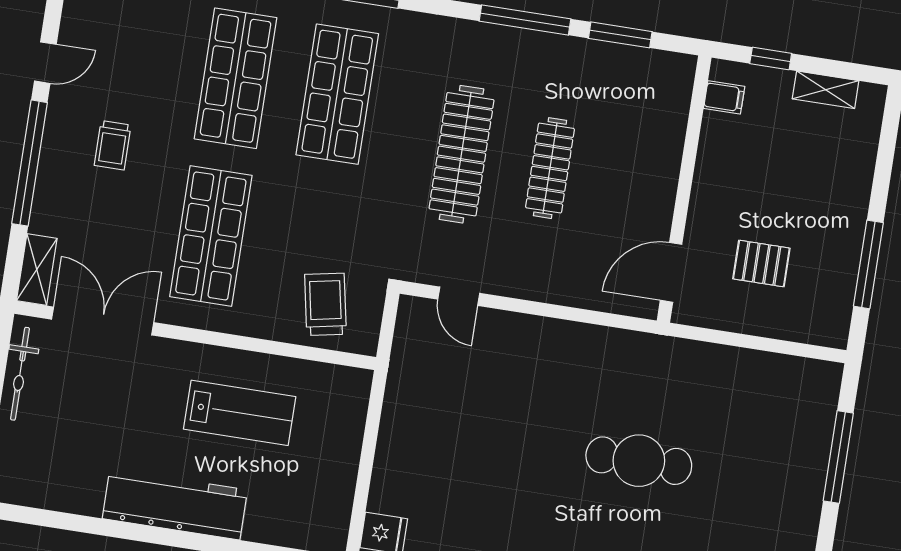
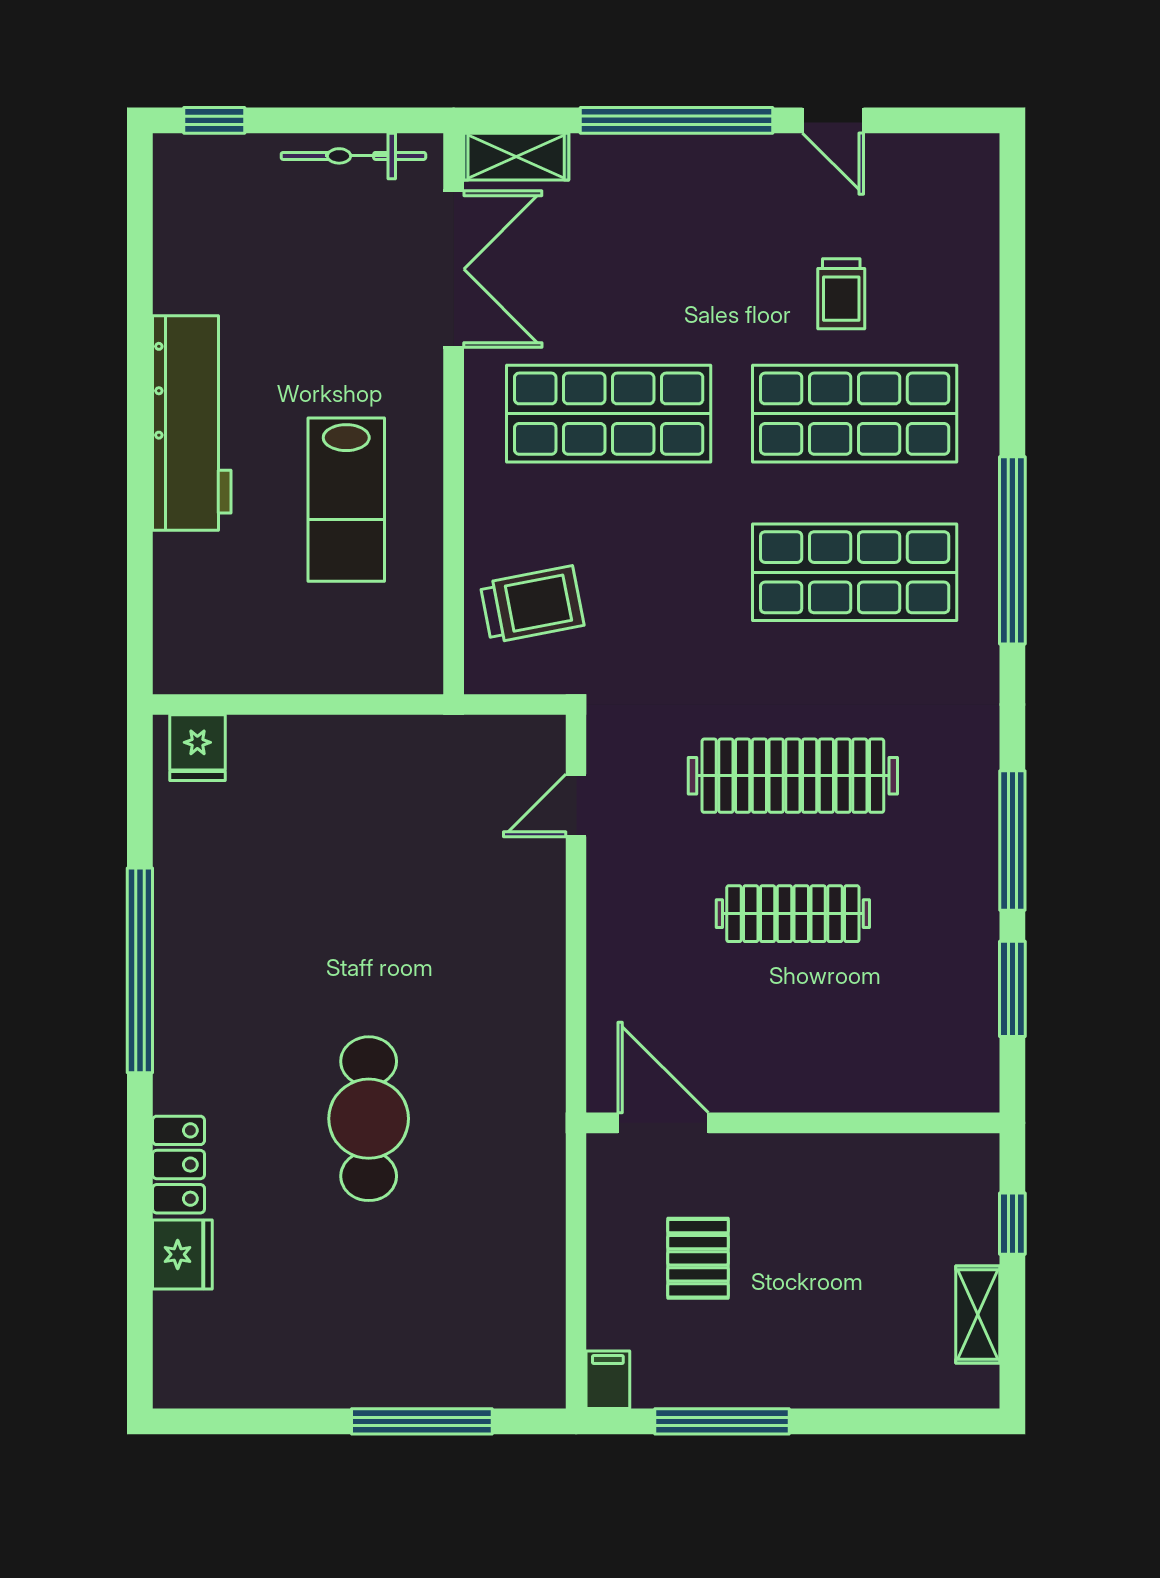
filing cabinet: (724, 97) -> (608, 1380), moved, turned 180
trolley: (113, 145) -> (841, 294), moved, turned -90

